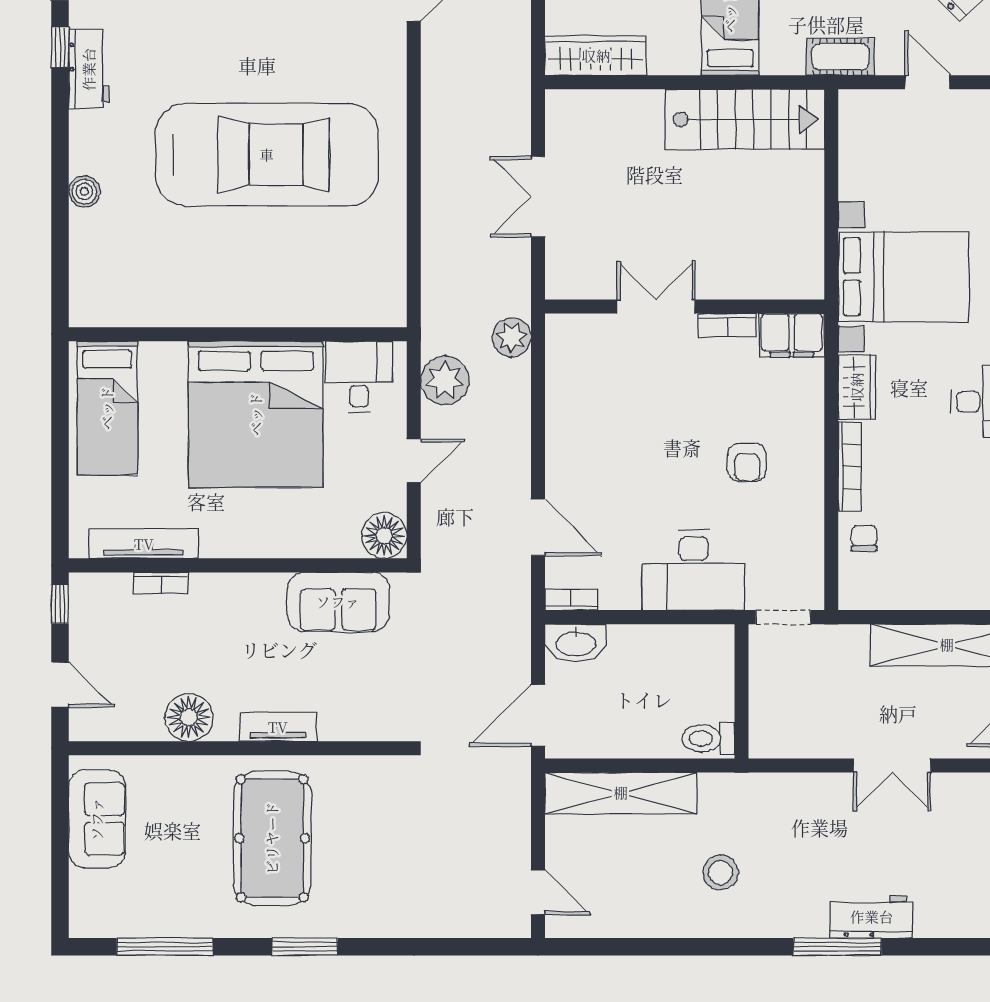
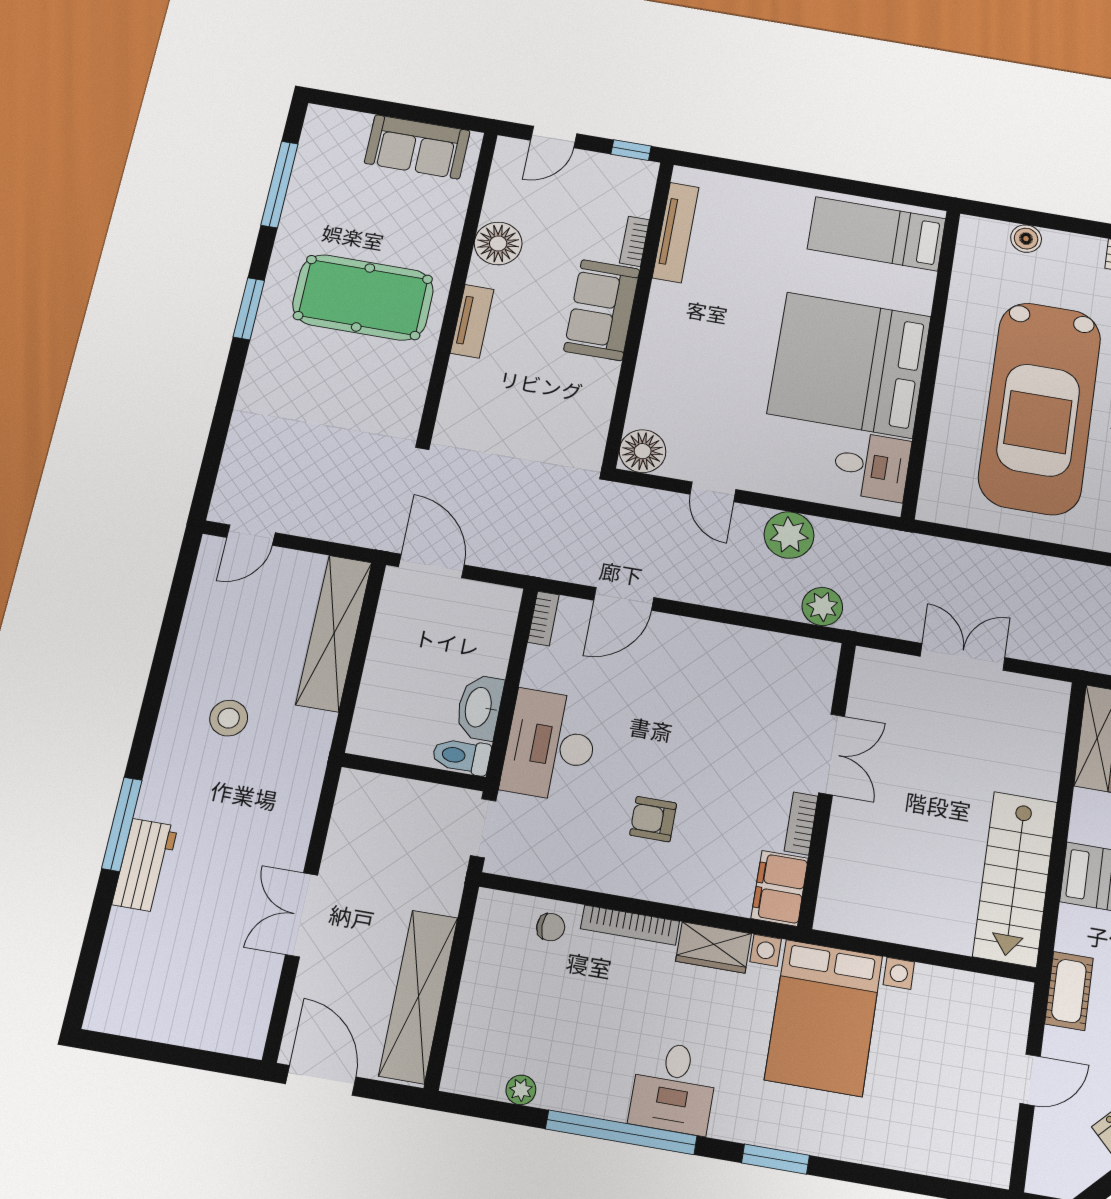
wall: (238, 334) -> (931, 362), moved
desk: (359, 377) -> (872, 466), moved
bed: (107, 408) -> (877, 234), moved
bed: (256, 414) -> (849, 365), moved
sofa: (338, 602) -> (602, 310), moved
washbasin: (576, 643) -> (479, 707), moved
toilet: (708, 738) -> (461, 756), moved, turned -90

